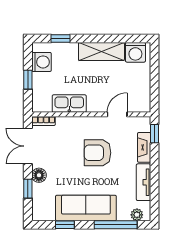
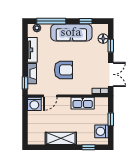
washing machine: (135, 52) -> (34, 104), moved, turned 180
floor lamp: (39, 175) -> (103, 39), moved

